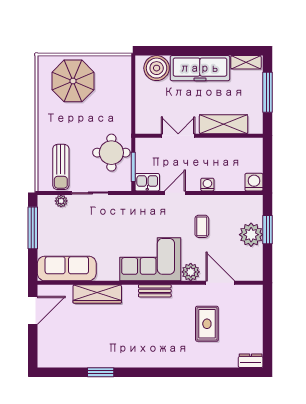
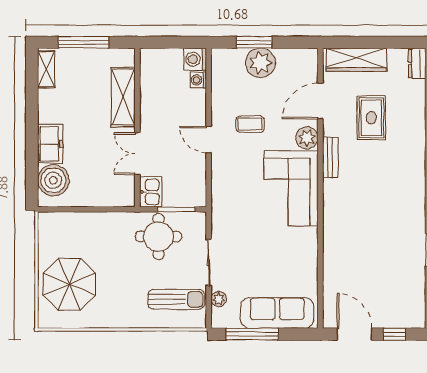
freezer: (200, 68) -> (50, 144), width x0.52, depth x0.79
kitchen sink: (147, 182) -> (151, 192), moved, turned 180
washing machine: (207, 185) -> (198, 80), moved
door: (175, 193) -> (209, 140), moved
sofa: (67, 268) -> (277, 313), moved, turned 90
bench: (155, 291) -> (330, 158), moved
wardrobe: (97, 294) -> (356, 60), moved, turned 90
rug: (207, 324) -> (371, 118), turned 90
window: (33, 342) -> (394, 334), added

